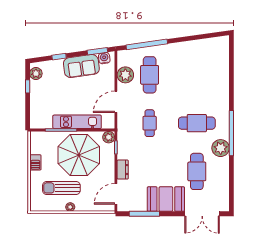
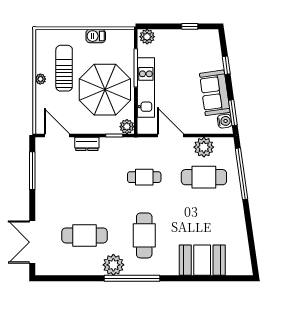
plant: (36, 73) -> (147, 37), moved
booth: (166, 199) -> (202, 260), moved, turned 90

